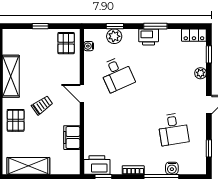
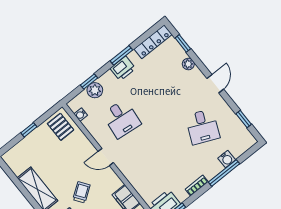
locker: (194, 35) -> (153, 42), width x1.53
desk: (117, 74) -> (121, 119), turned 30
desk: (173, 129) -> (203, 127), turned 33

